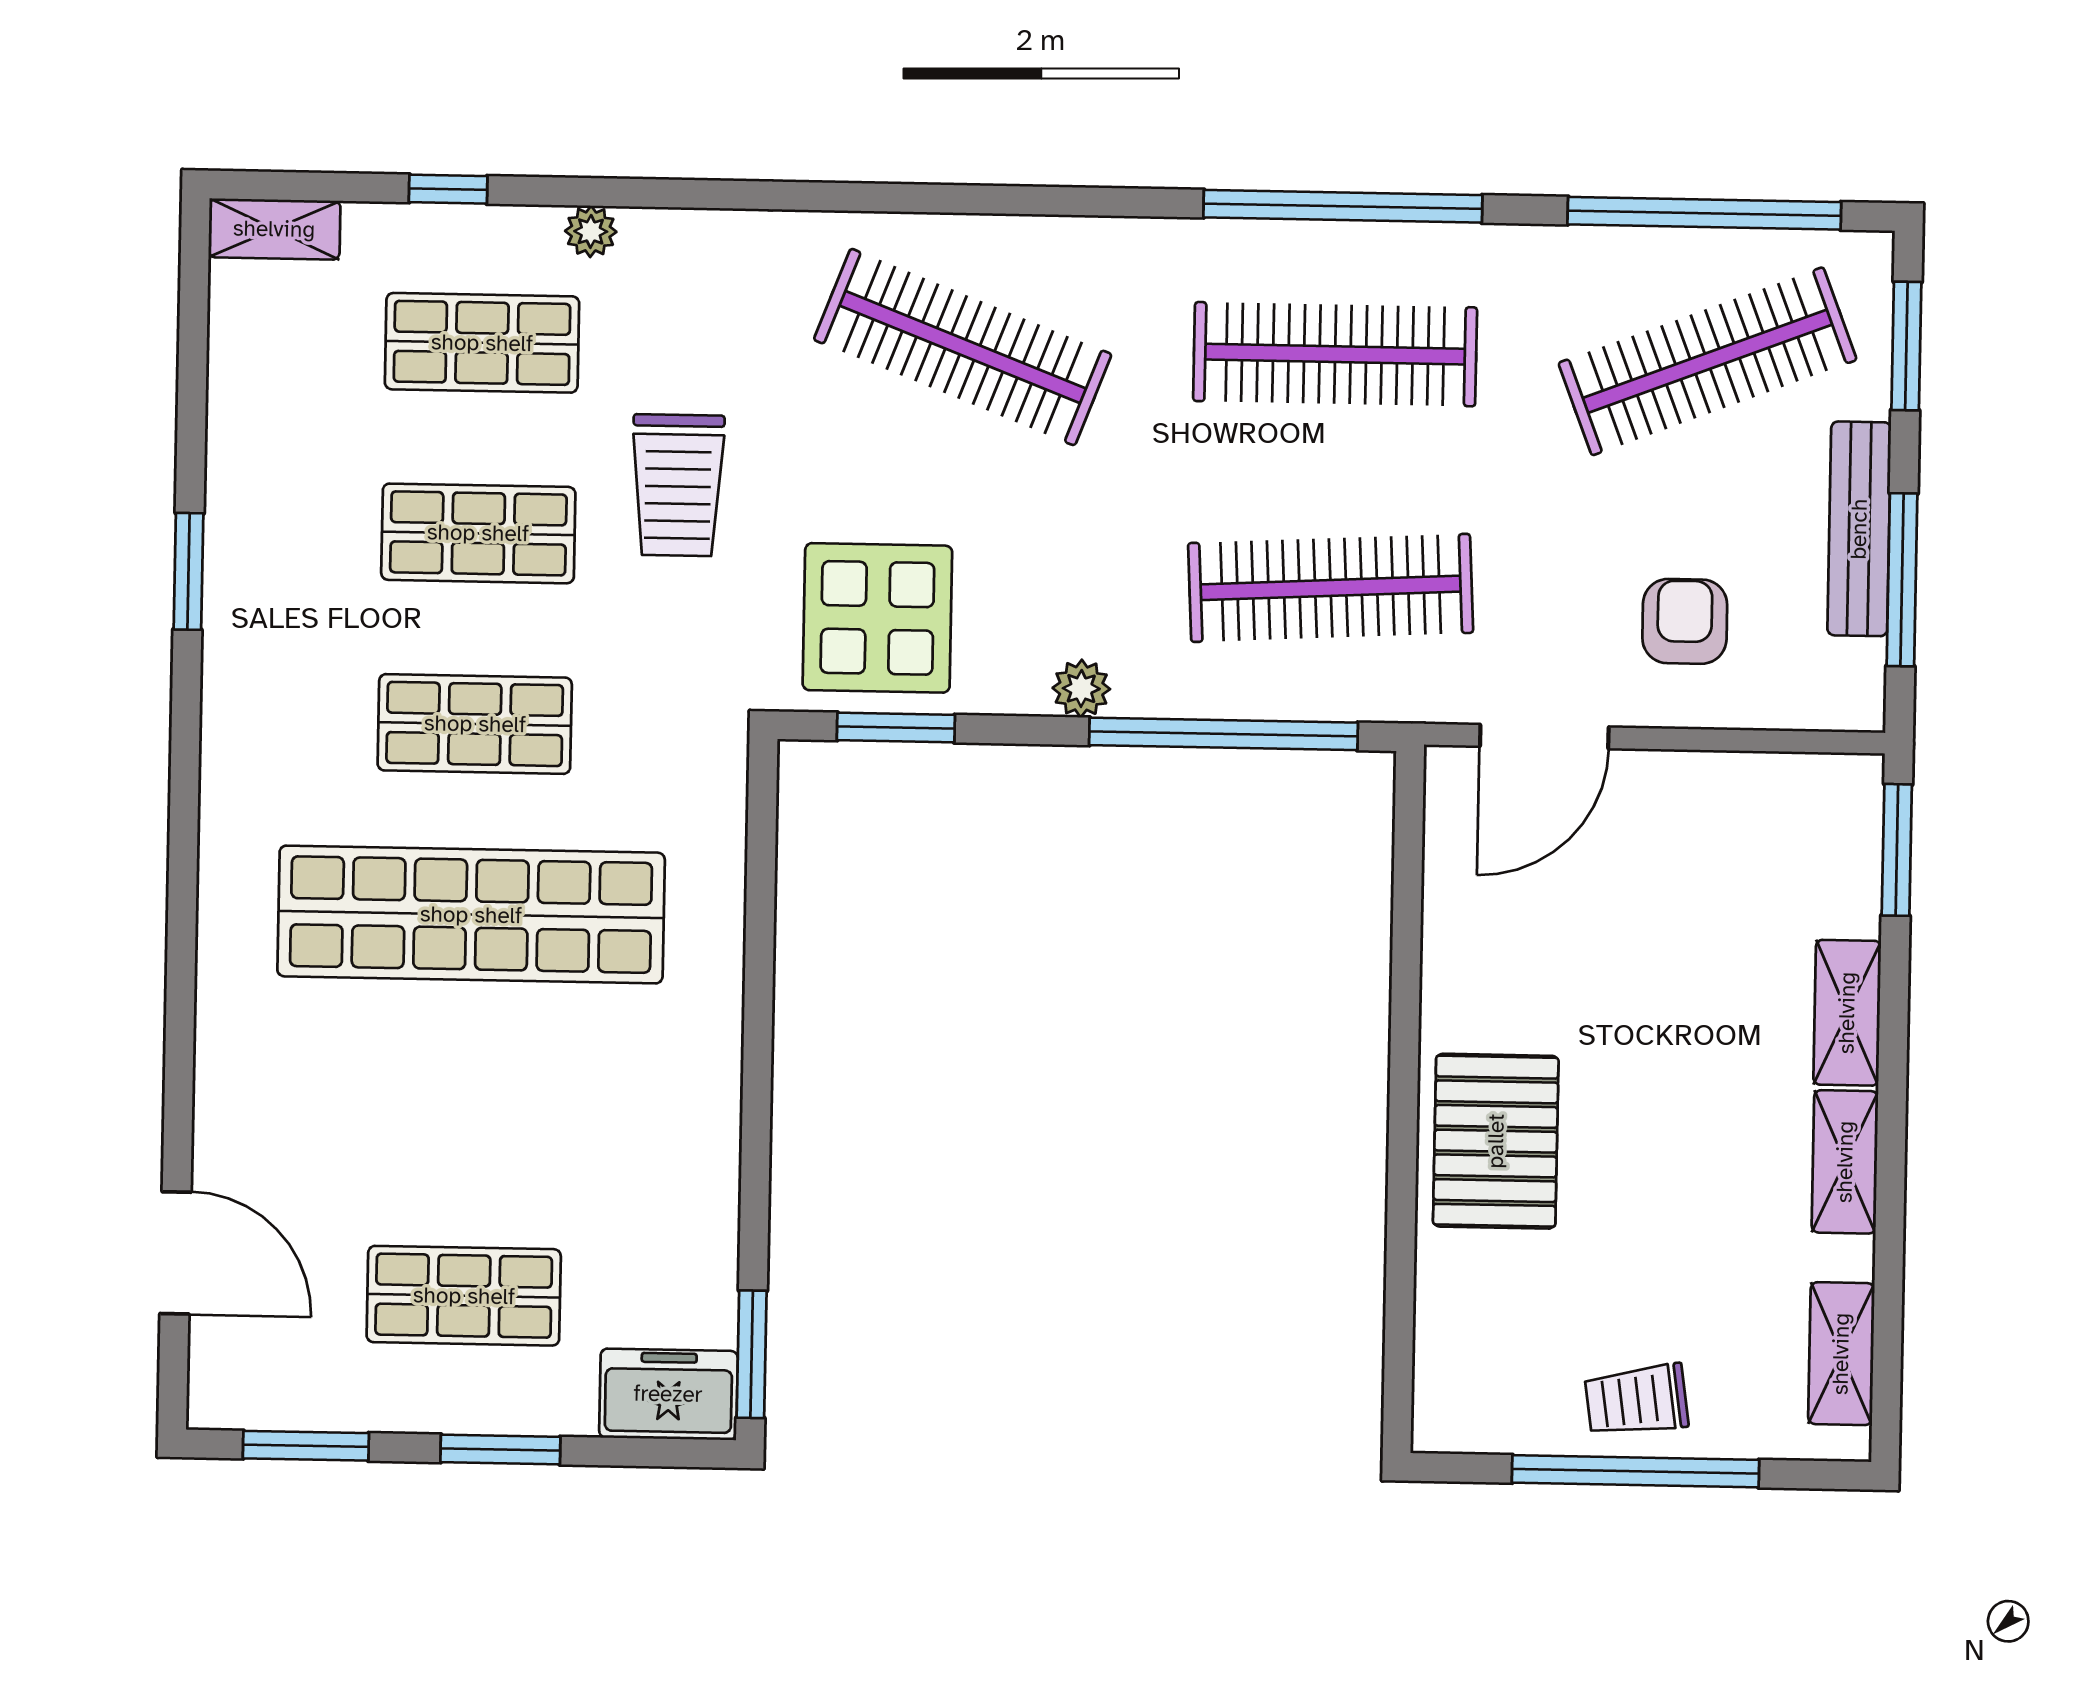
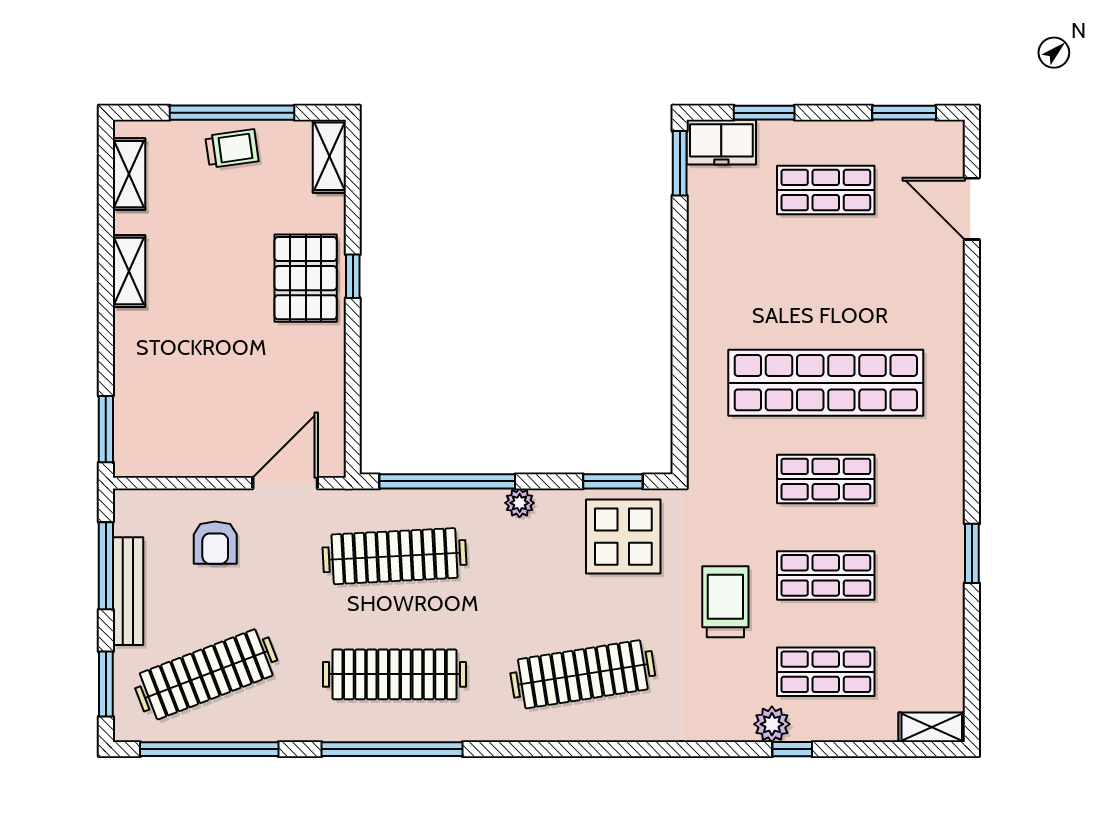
window: (448, 189) -> (792, 749), moved
plant: (591, 231) -> (772, 724), width x1.38, depth x1.38
clothes rail: (963, 347) -> (583, 674), turned -30
shelving: (1847, 1013) -> (329, 156), moved
window: (1403, 1143) -> (353, 276), added
window: (500, 1449) -> (764, 113), moved

